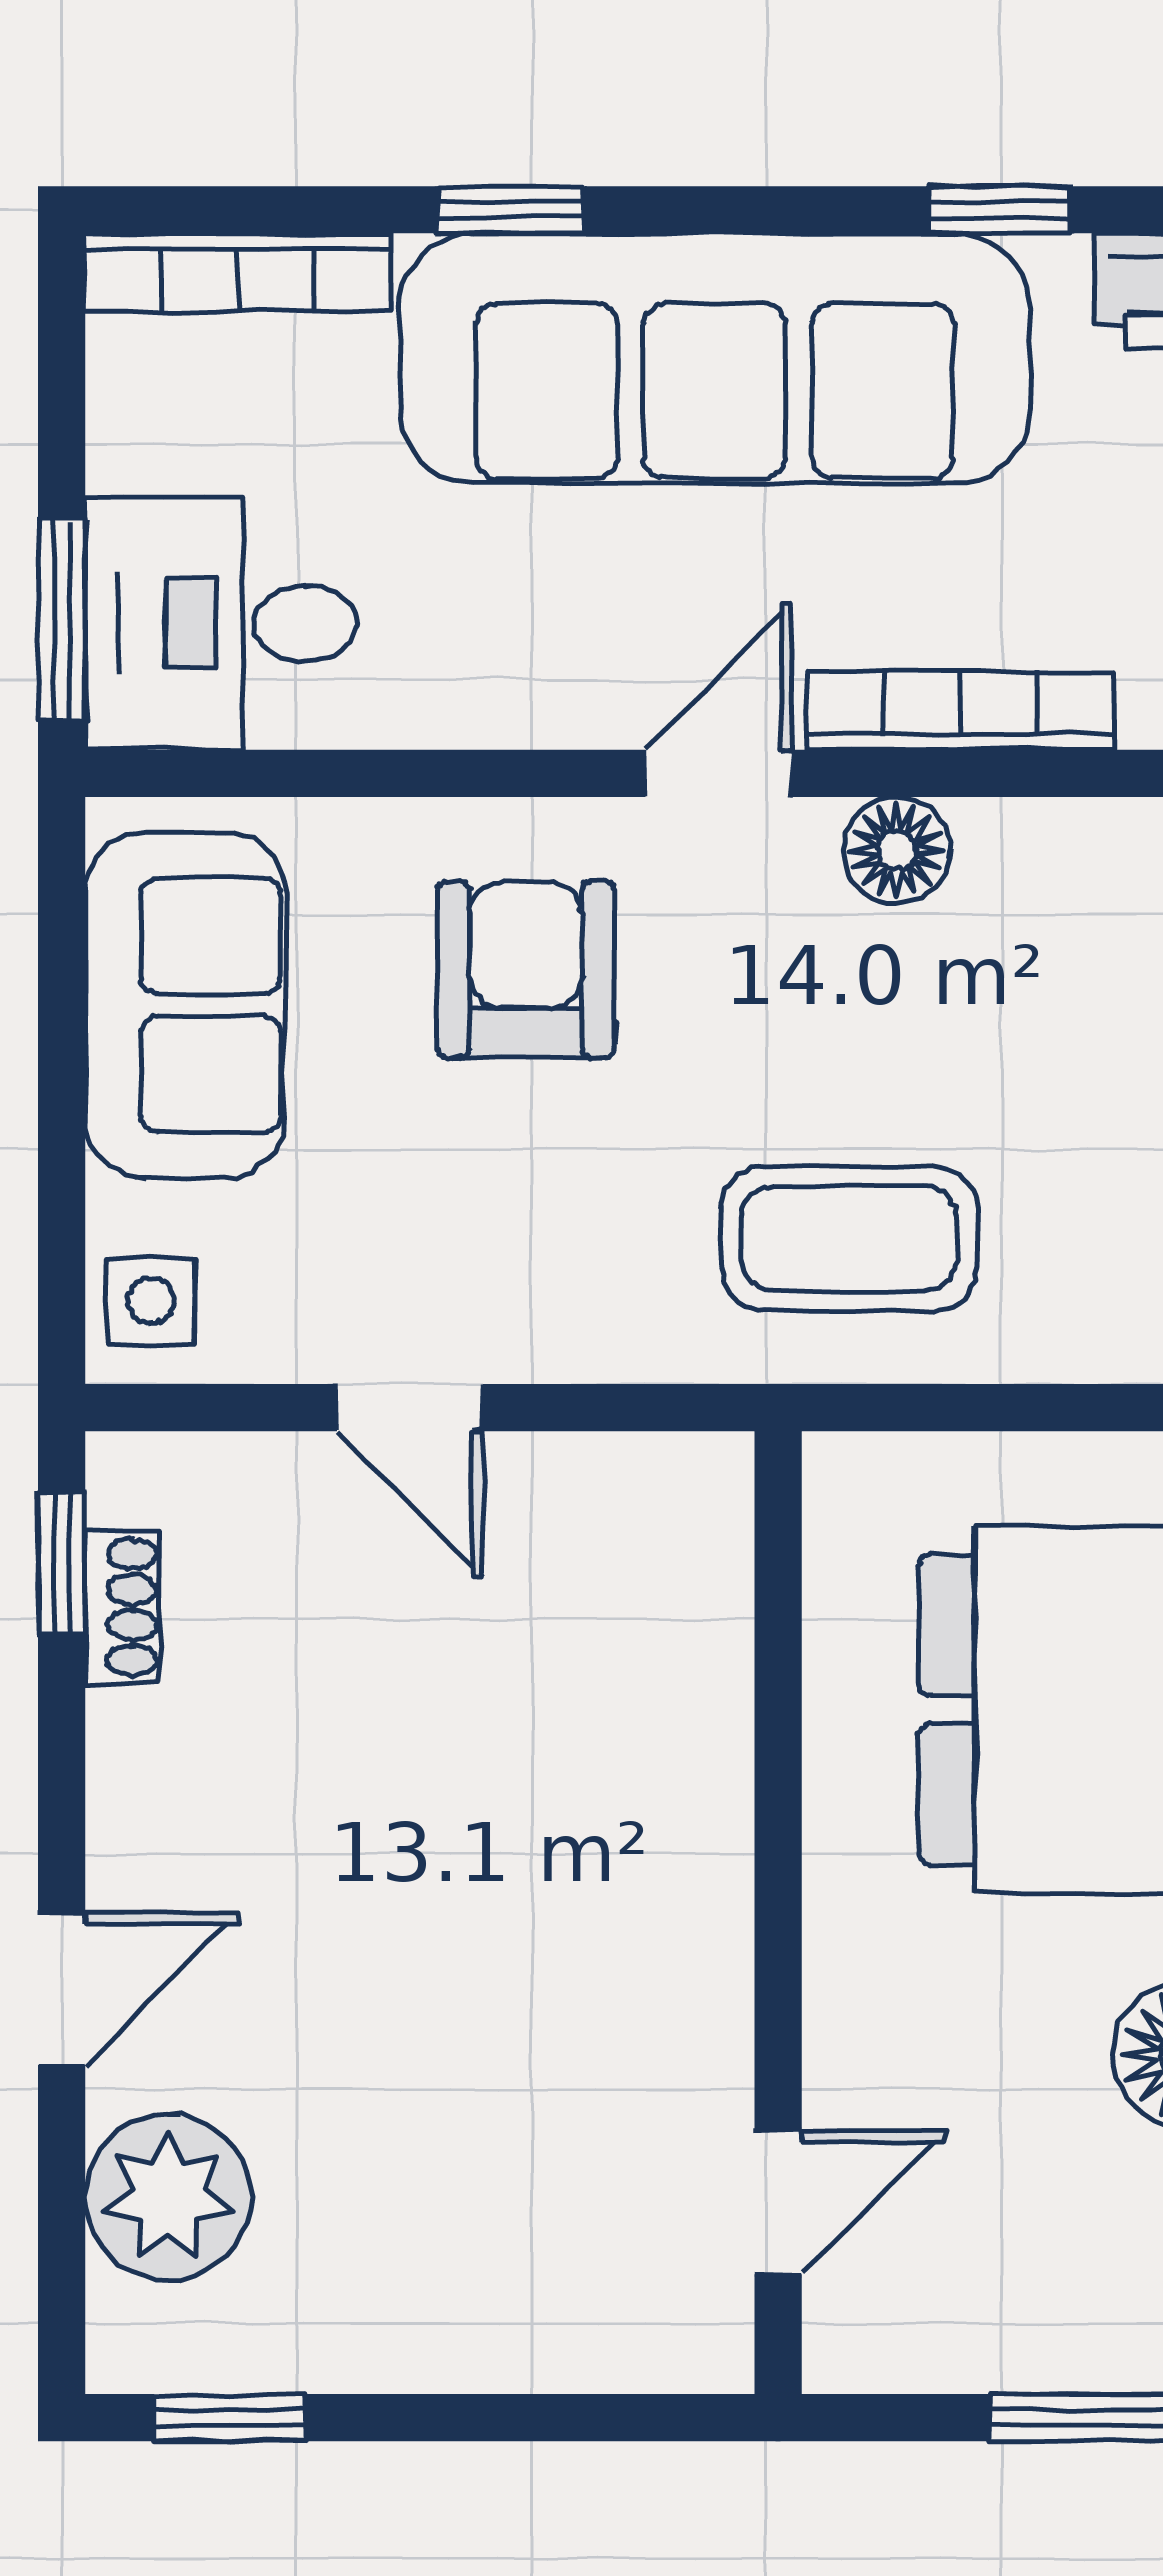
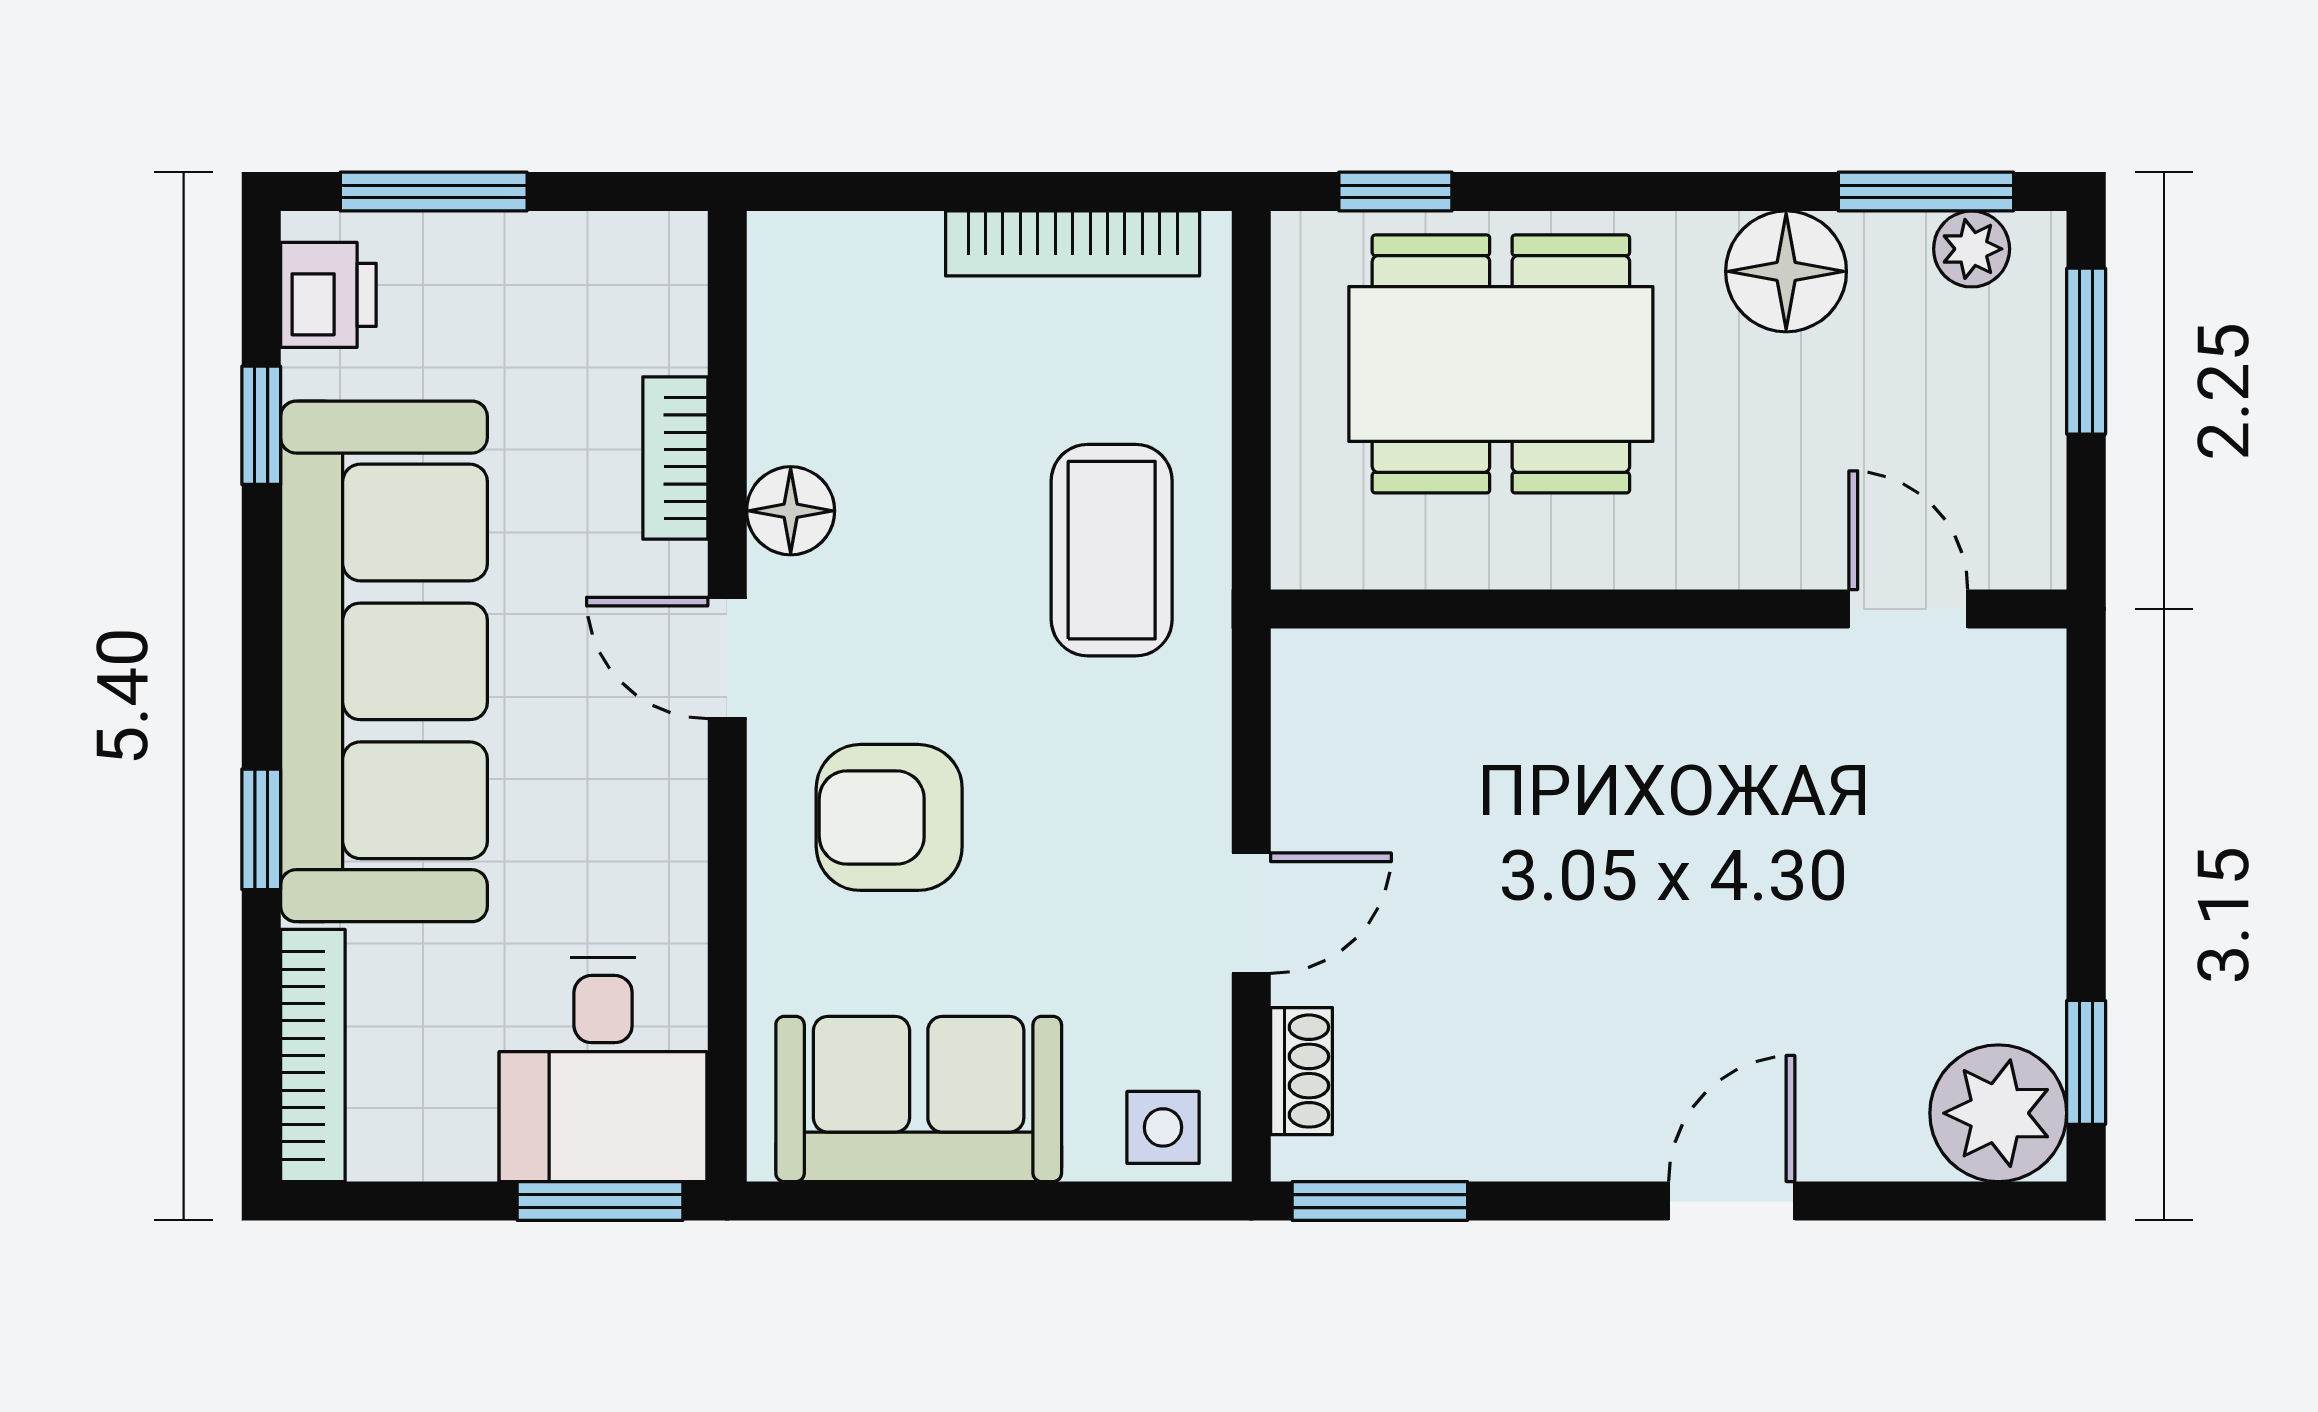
bookcase: (961, 711) -> (675, 458), width x0.64
window: (62, 1563) -> (1380, 1201), width x1.50
shoe rack: (122, 1607) -> (1302, 1071), moved, turned 90
door: (62, 1989) -> (1732, 1201), hinge flipped
plant: (168, 2197) -> (1998, 1113), moved

